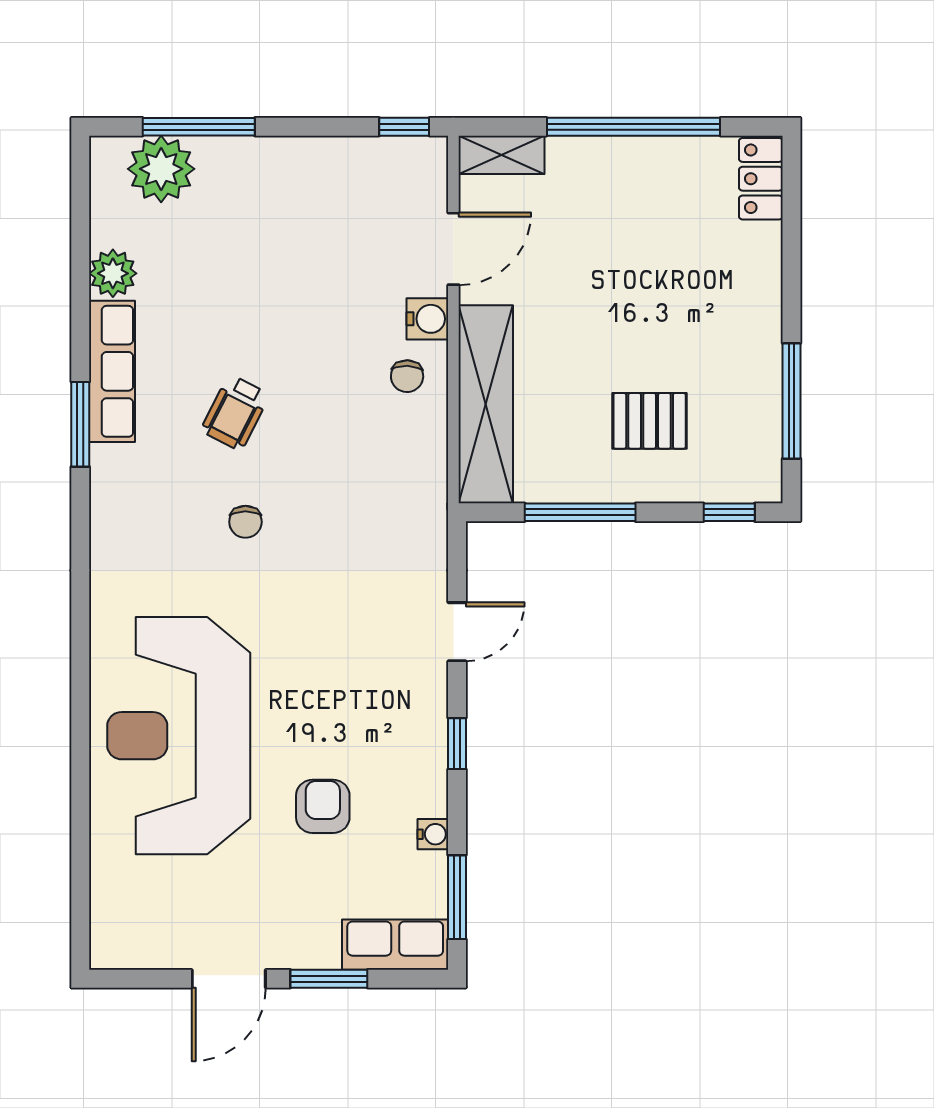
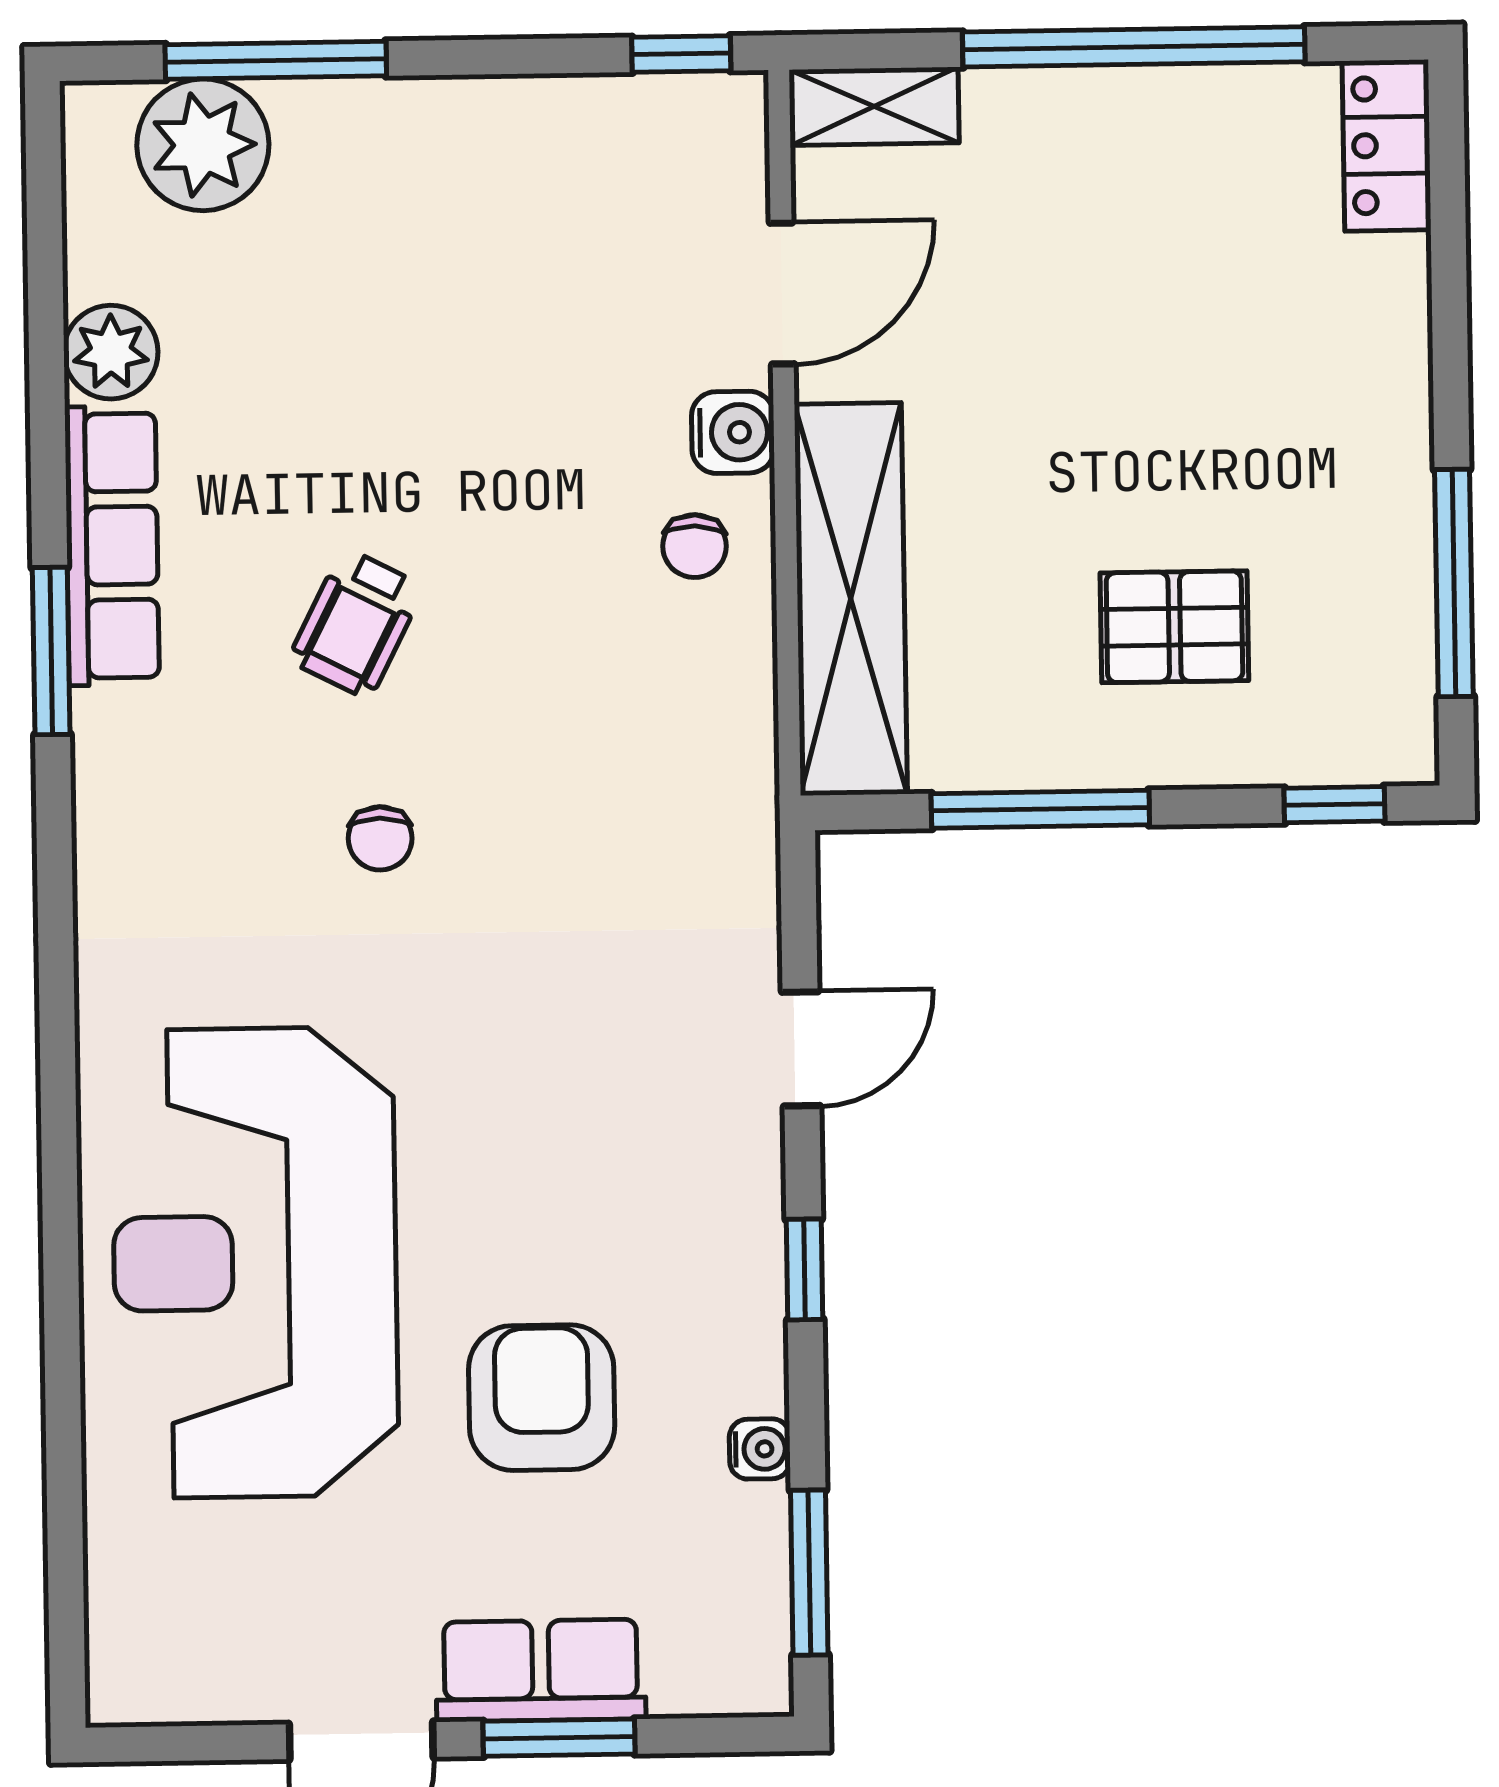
armchair: (323, 806) -> (542, 1398), width x1.38, depth x1.38
row of seats: (395, 945) -> (541, 1671), moved

